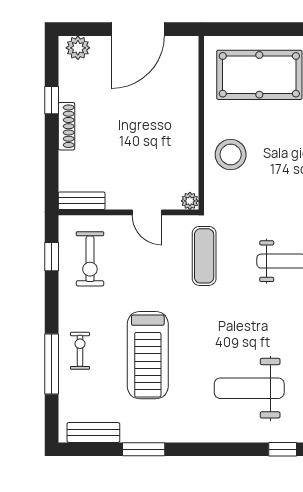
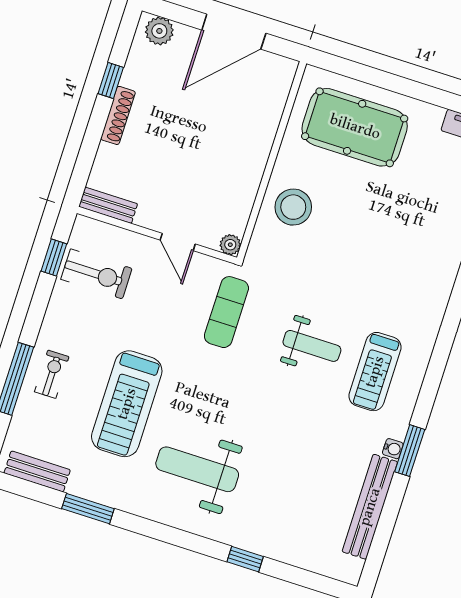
exercise bike: (90, 259) -> (96, 274), turned -90
weight bench: (249, 388) -> (197, 469), moved

